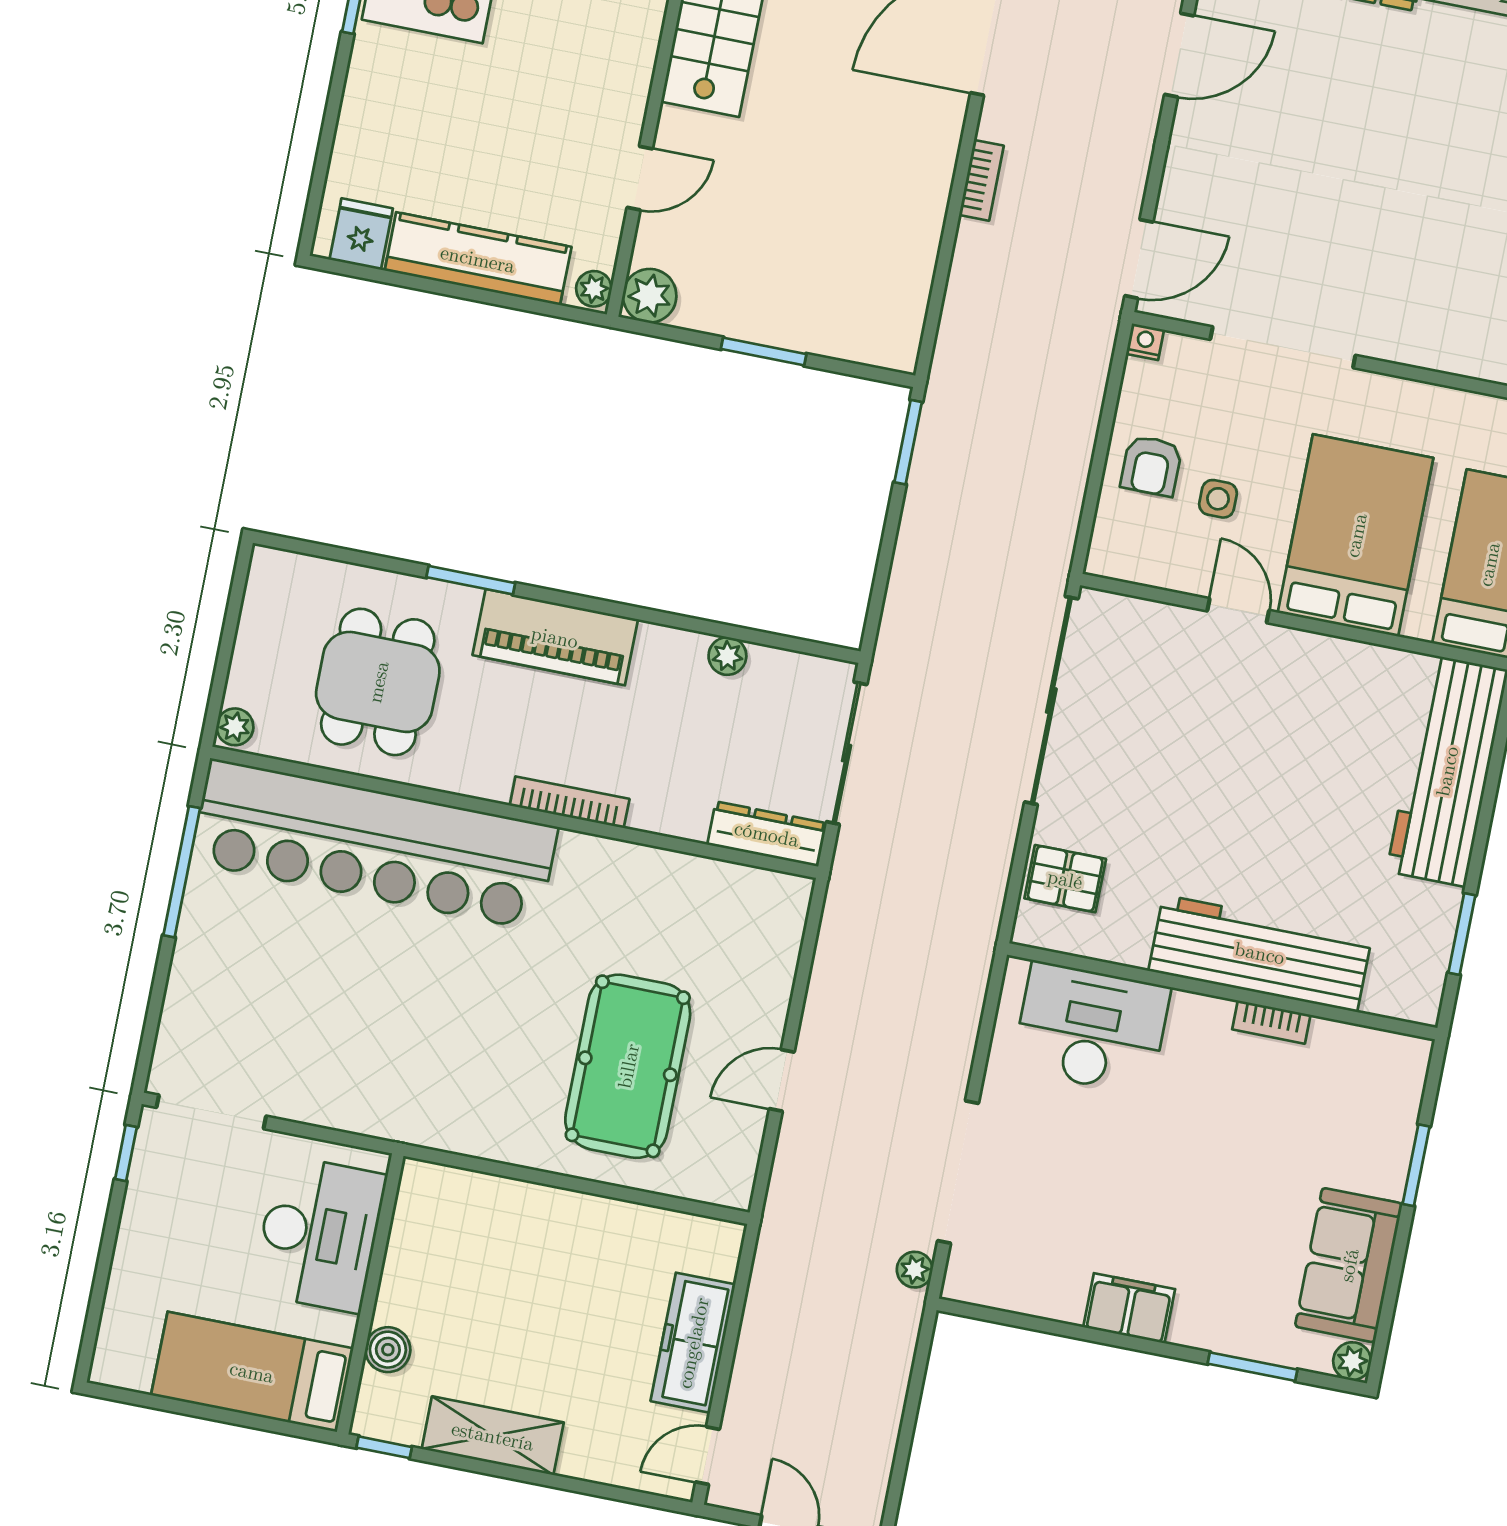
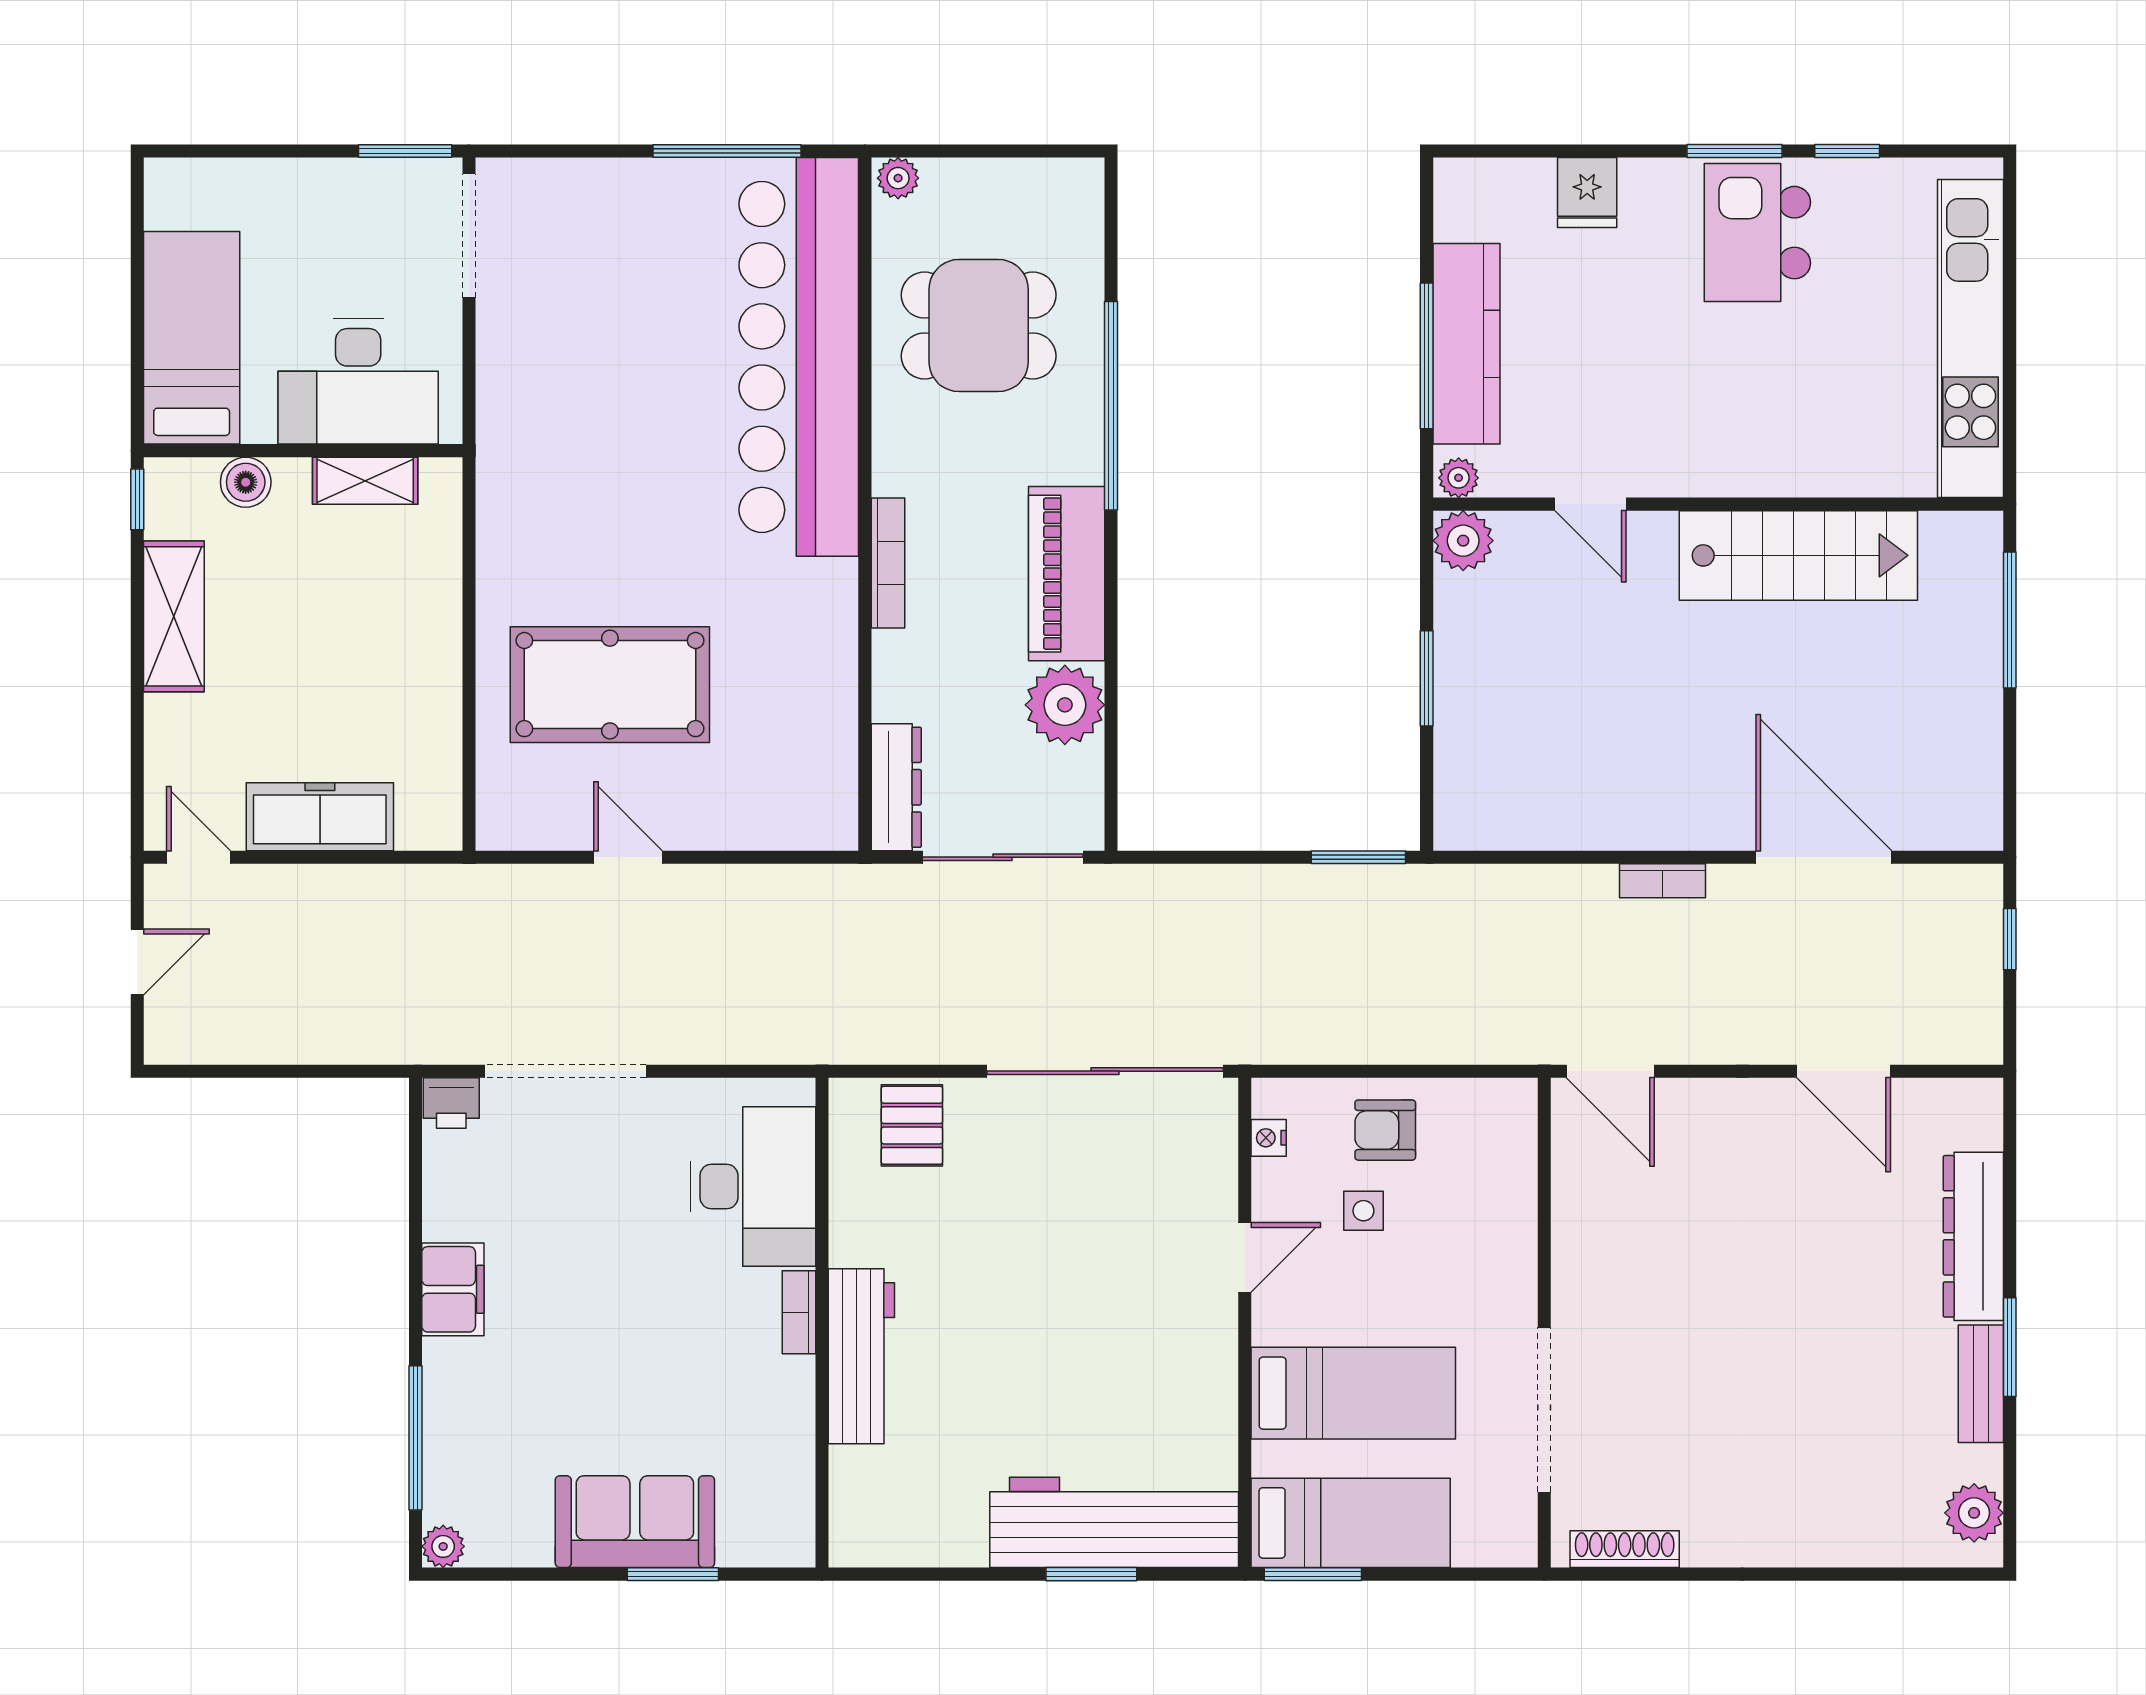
fridge: (361, 234) -> (1587, 193), moved, turned 90
window: (482, 296) -> (1427, 356), added
nightstand: (1145, 342) -> (1269, 1138), moved, turned 180
doorway: (1283, 347) -> (1544, 1410), moved
bed: (1356, 535) -> (1353, 1393), width x0.67
window: (471, 580) -> (1111, 406), width x2.11
piano: (555, 637) -> (1067, 574), moved
plant: (727, 656) -> (1065, 705), width x1.88, depth x1.88
window: (1462, 934) -> (1091, 1574), moved
workbench: (1260, 953) -> (861, 1356), width x0.73, depth x0.76
bookcase: (1271, 1022) -> (799, 1312), moved
window: (126, 1153) -> (405, 151), width x1.50
shelving: (407, 1245) -> (365, 481), added
sofa: (1349, 1265) -> (635, 1522), moved
plant: (915, 1270) -> (449, 1045), removed
printer: (966, 1277) -> (451, 1103), added
window: (1252, 1367) -> (415, 1438), width x1.44

